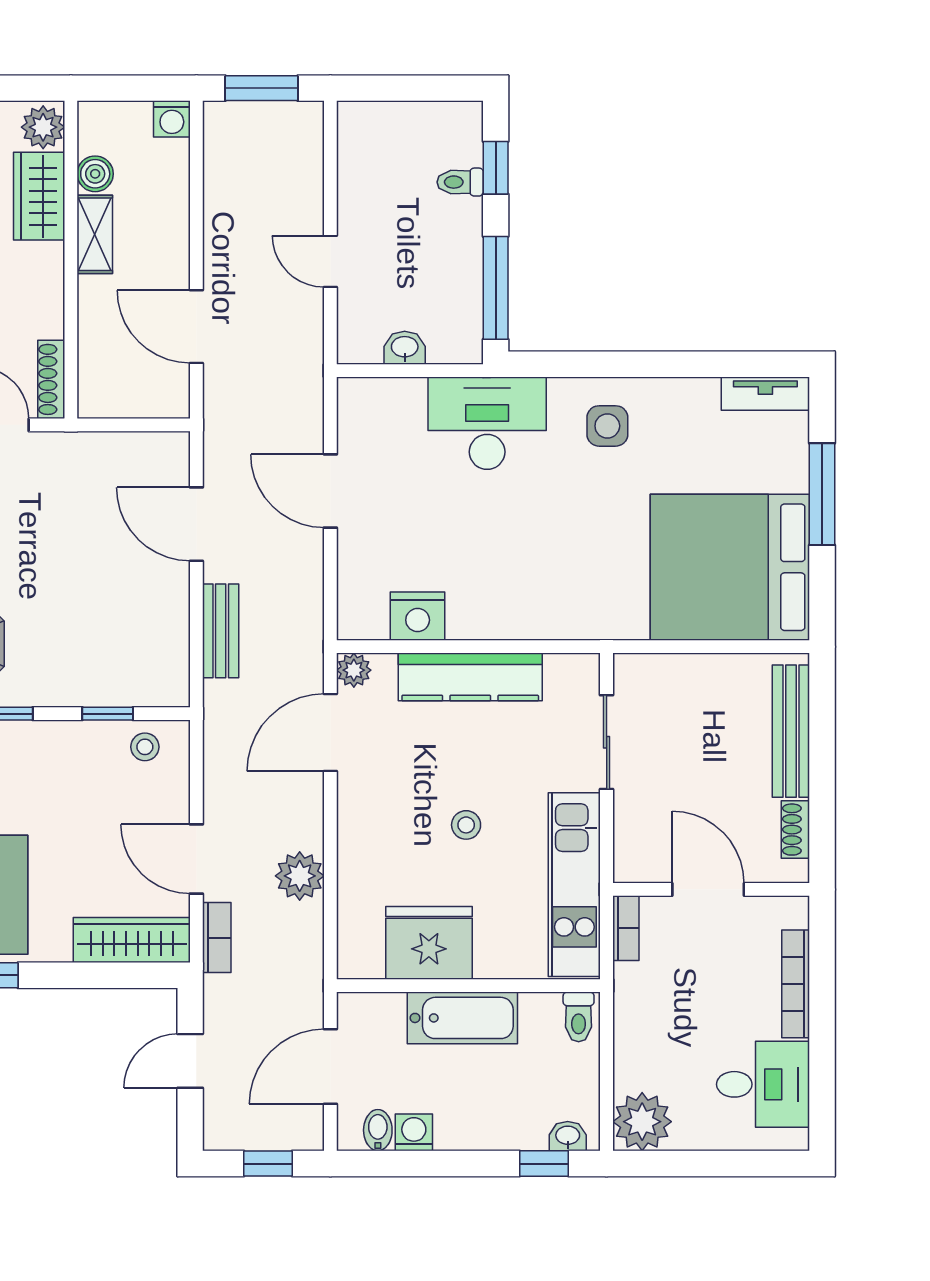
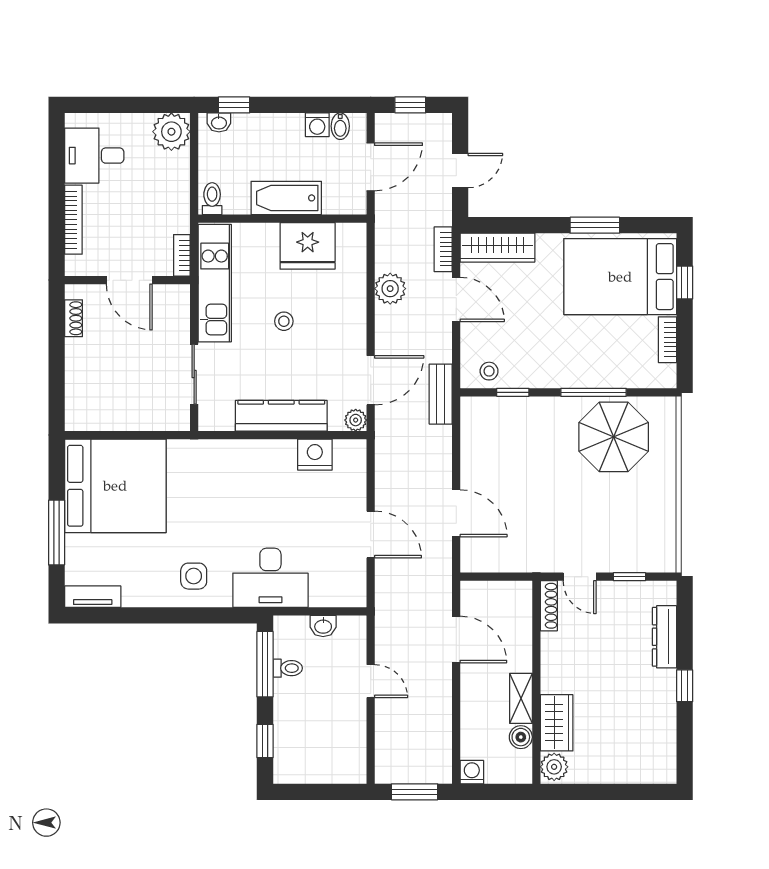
toilet: (460, 182) -> (288, 668), moved
bench: (221, 631) -> (441, 394), moved
bench: (791, 731) -> (76, 381), removed

